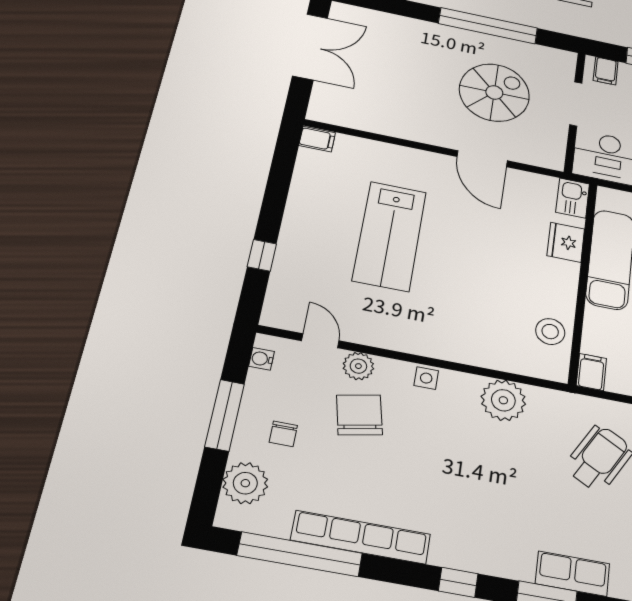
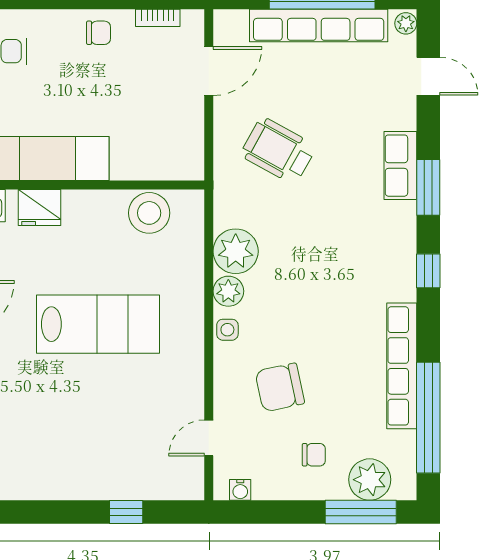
lab bench: (390, 236) -> (98, 324), moved
stool: (550, 332) -> (149, 213), width x1.38, depth x1.38
plant: (358, 366) -> (228, 291), moved
filing cabinet: (591, 372) -> (186, 167), removed
window: (225, 415) -> (361, 512), moved

